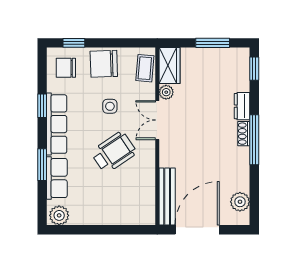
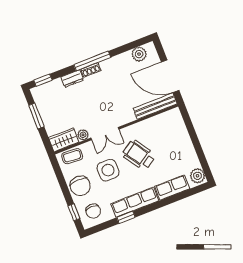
side table: (110, 106) -> (108, 170), width x1.87, depth x1.87
window: (42, 165) -> (167, 201), removed

